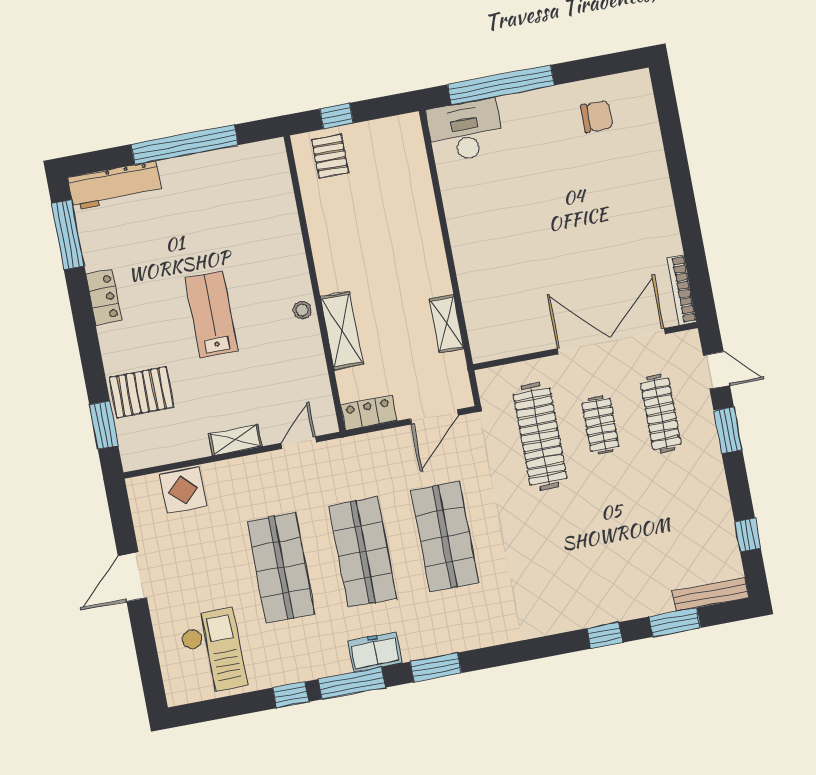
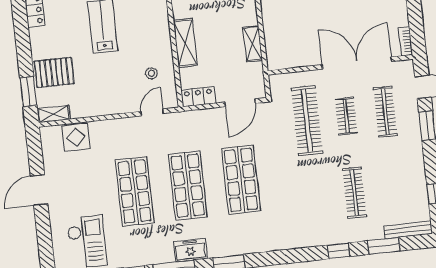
bookcase: (682, 290) -> (406, 41), width x0.64
stool: (302, 310) -> (151, 73), moved
shelving: (235, 440) -> (54, 114), moved
clothes rail: (623, 543) -> (354, 193), added

